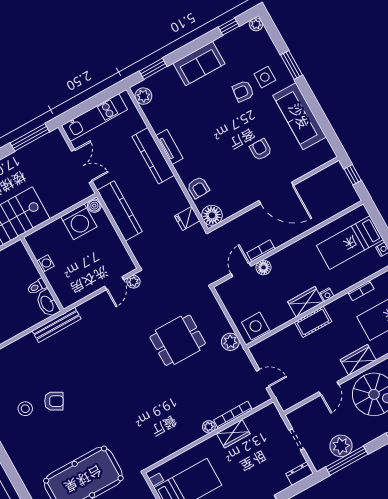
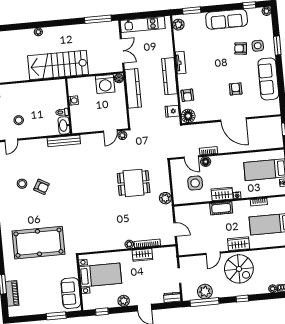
sofa: (199, 64) -> (227, 19), width x1.36
kitchen counter: (153, 156) -> (169, 76), moved
door: (241, 270) -> (191, 157), swing flipped
side table: (256, 326) -> (195, 183), moved

